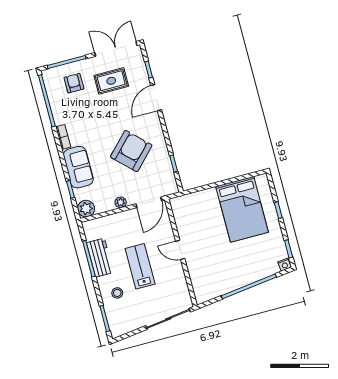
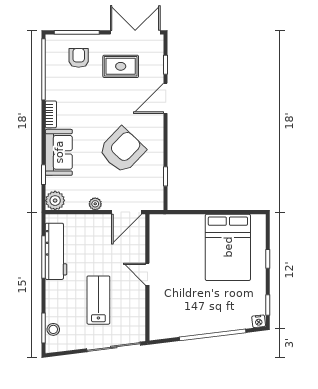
workbench: (100, 258) -> (56, 251), width x1.38
lab bench: (140, 266) -> (98, 300), moved
stool: (117, 293) -> (53, 329), moved

